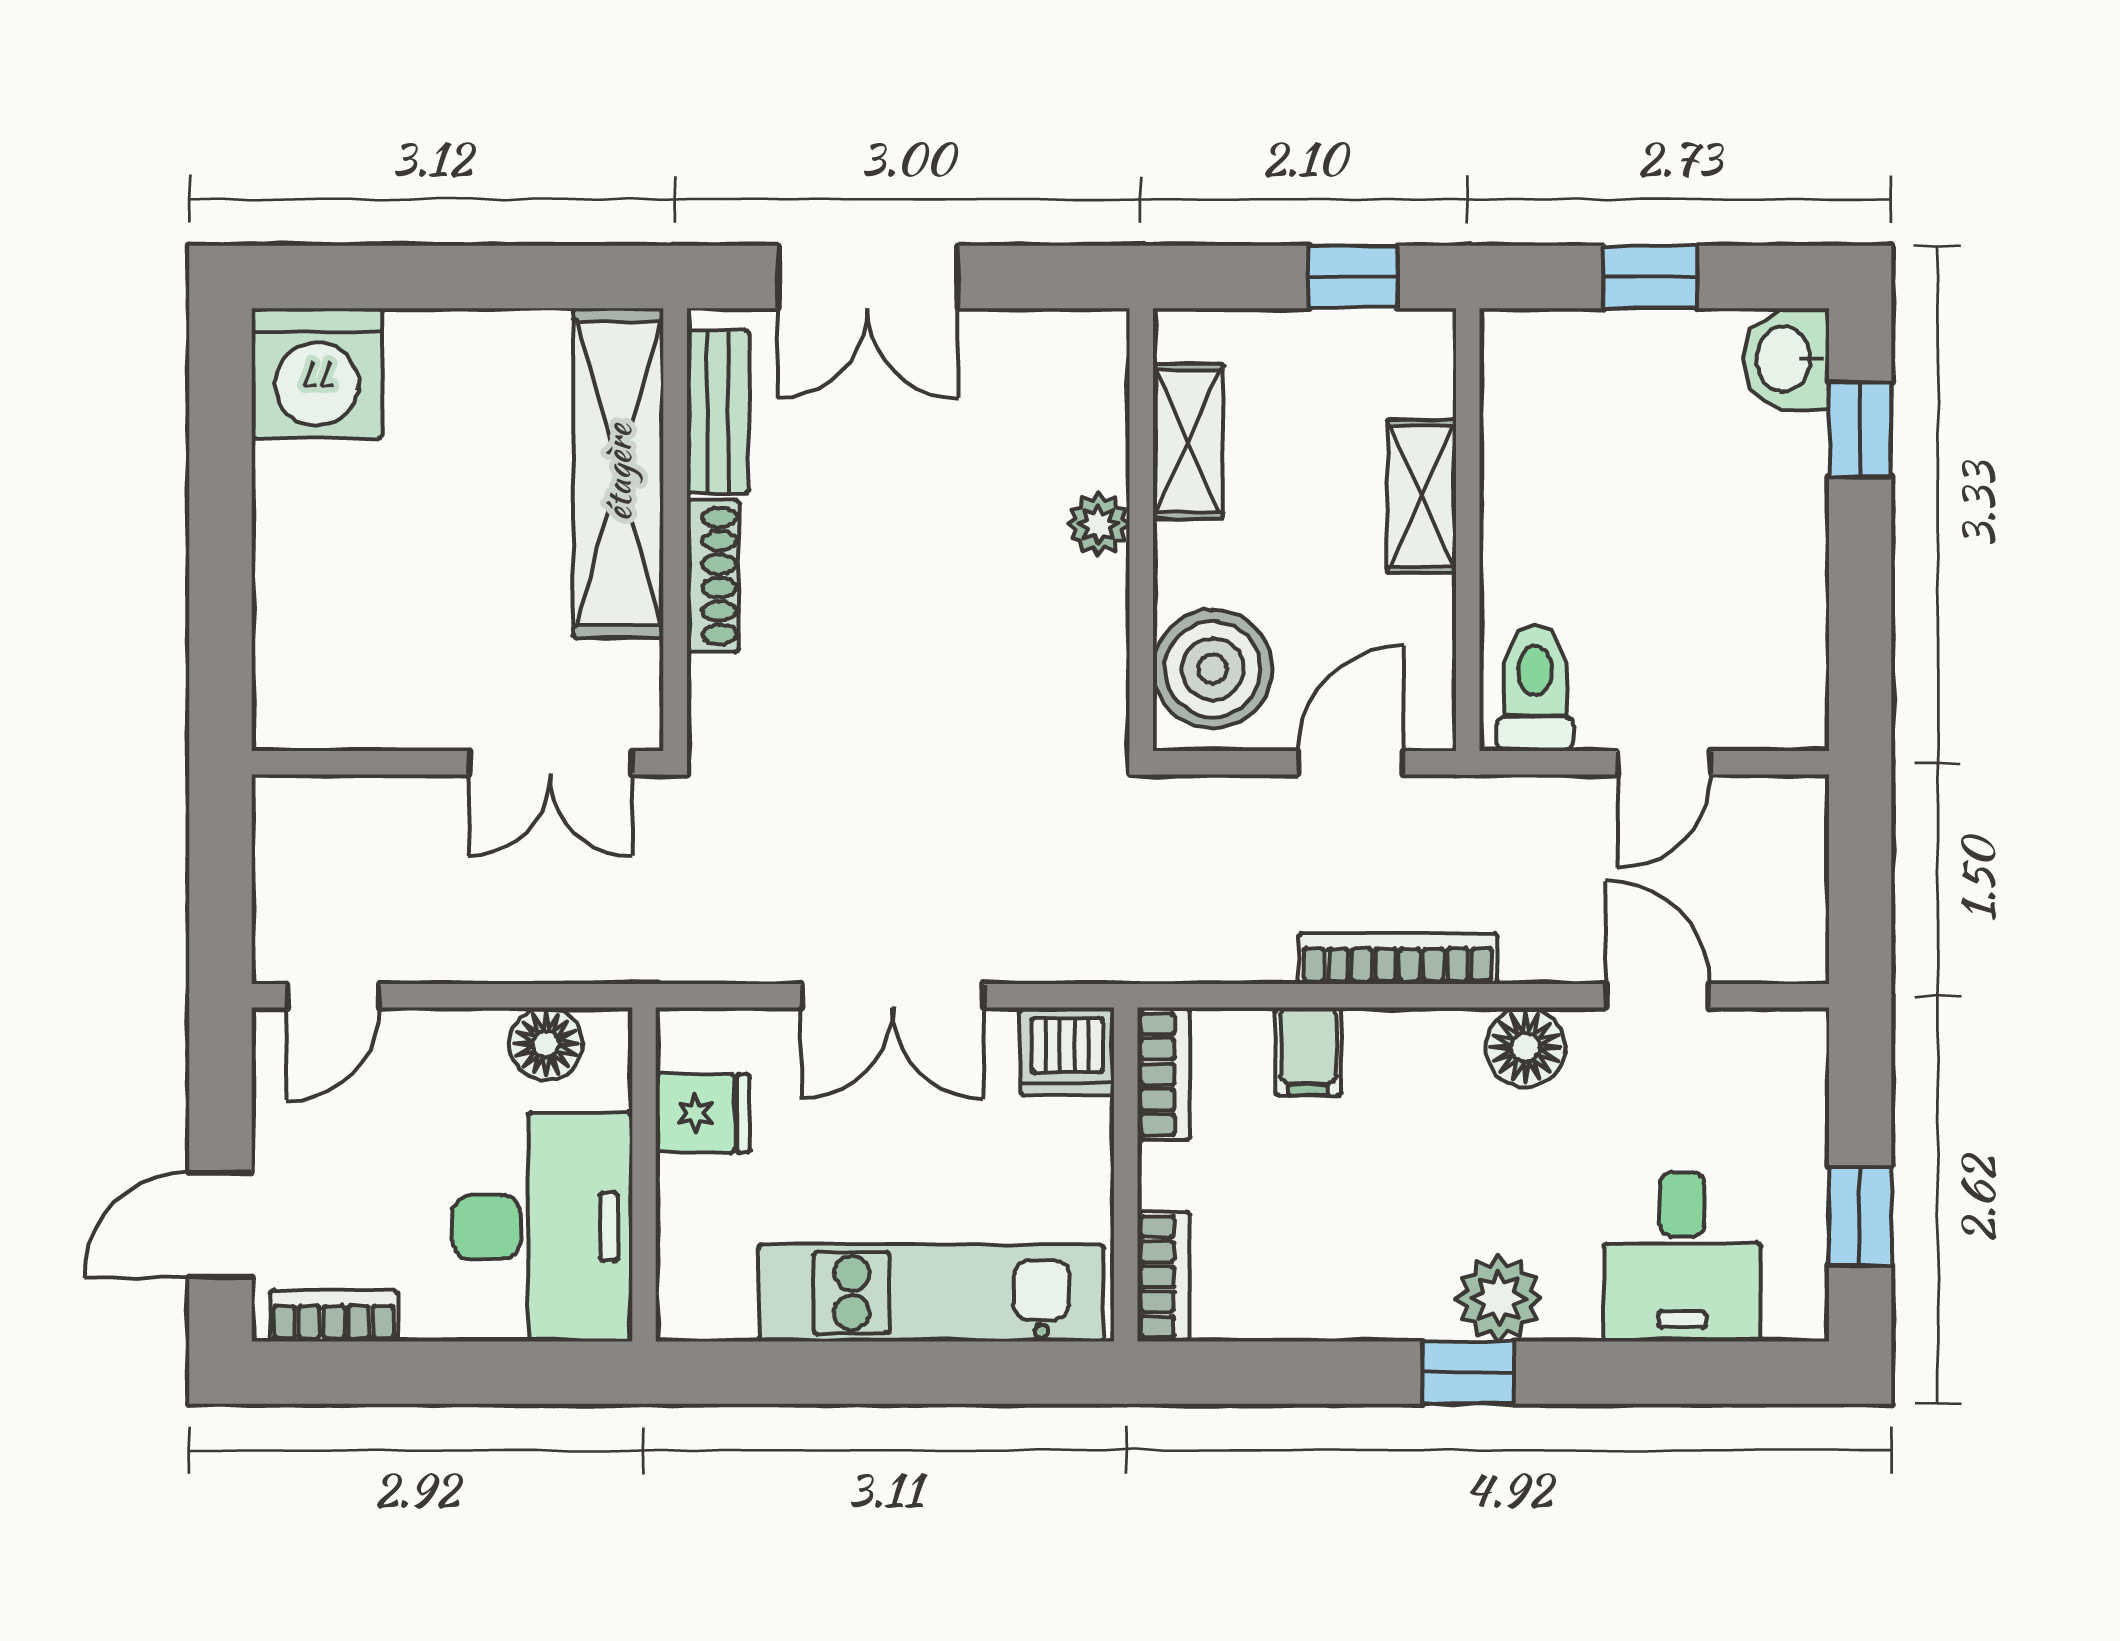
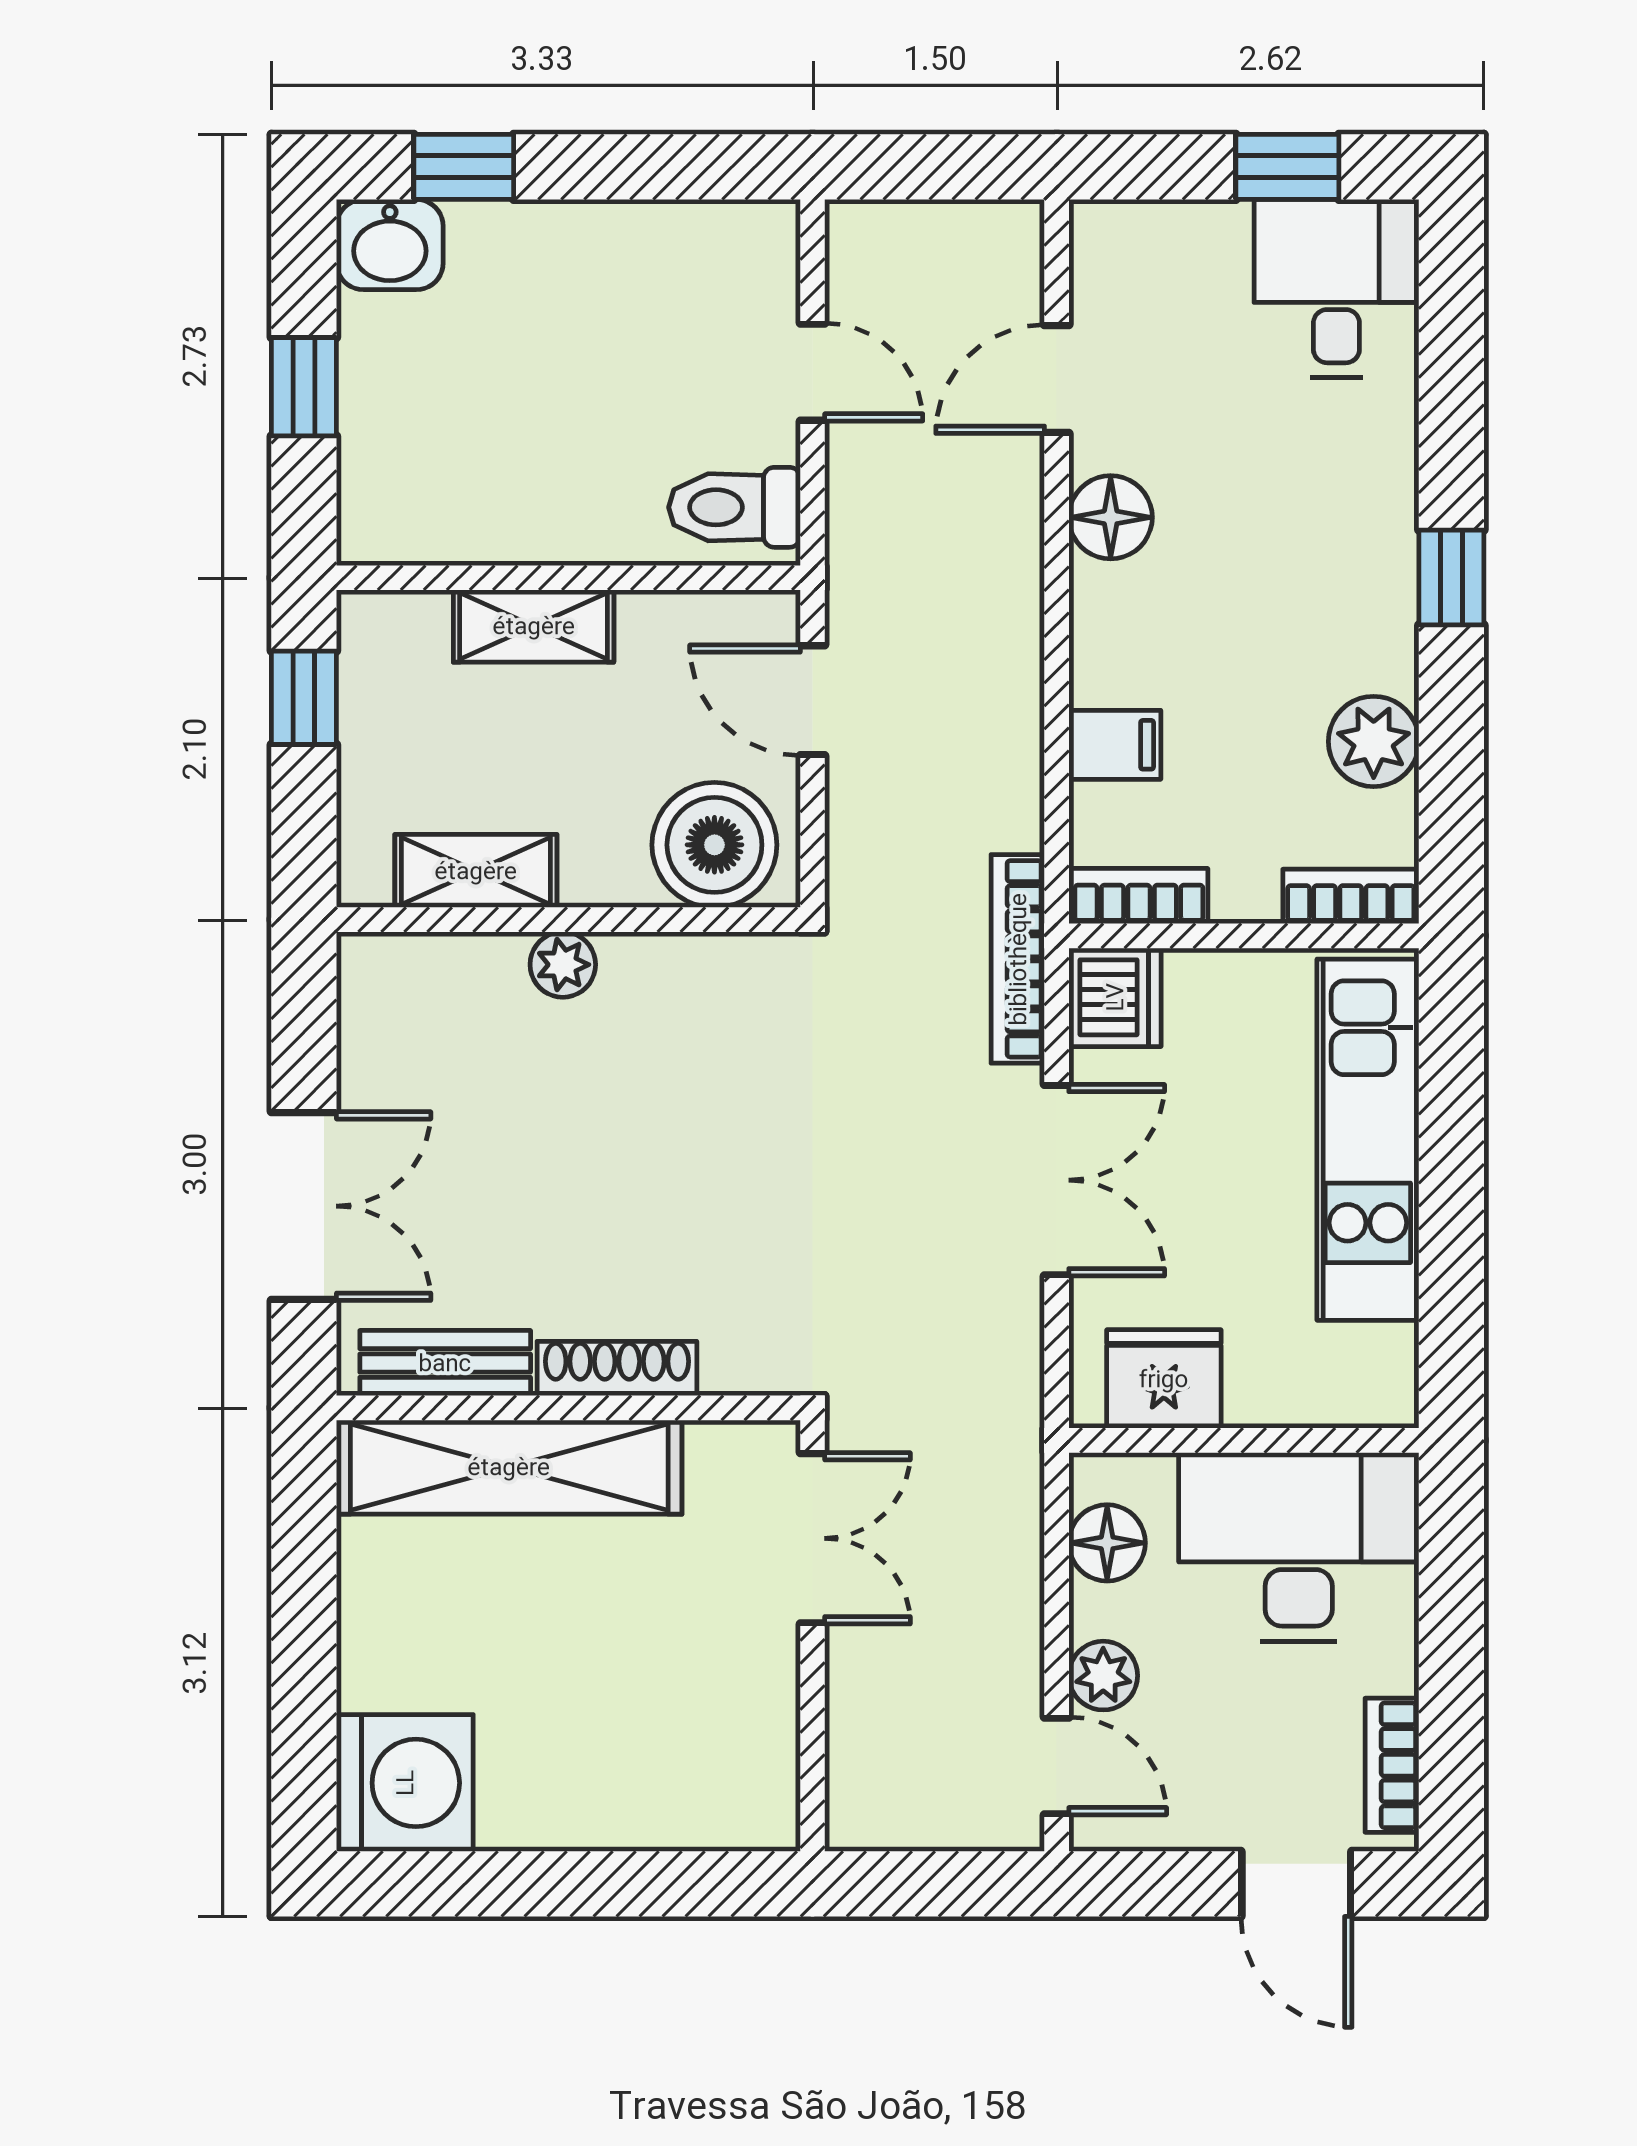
bookcase: (1398, 959) -> (1018, 959), moved
plant: (419, 1040) -> (1103, 1676), added
fridge: (703, 1113) -> (1164, 1379), width x1.38
desk: (1682, 1257) -> (1336, 288), moved, turned -90
plant: (1499, 1298) -> (1374, 741), moved

